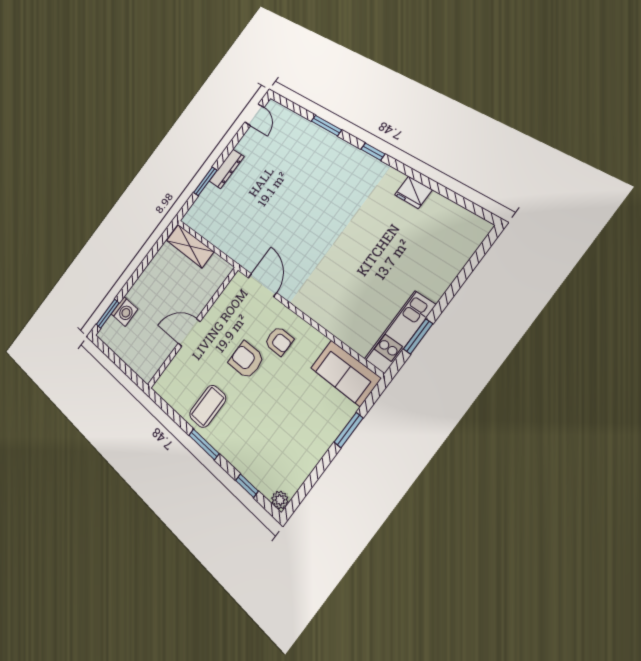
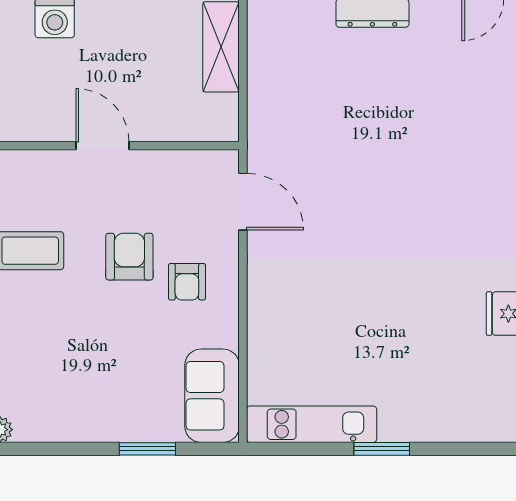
door: (262, 285) -> (243, 202), hinge flipped
window: (418, 336) -> (382, 449), moved

